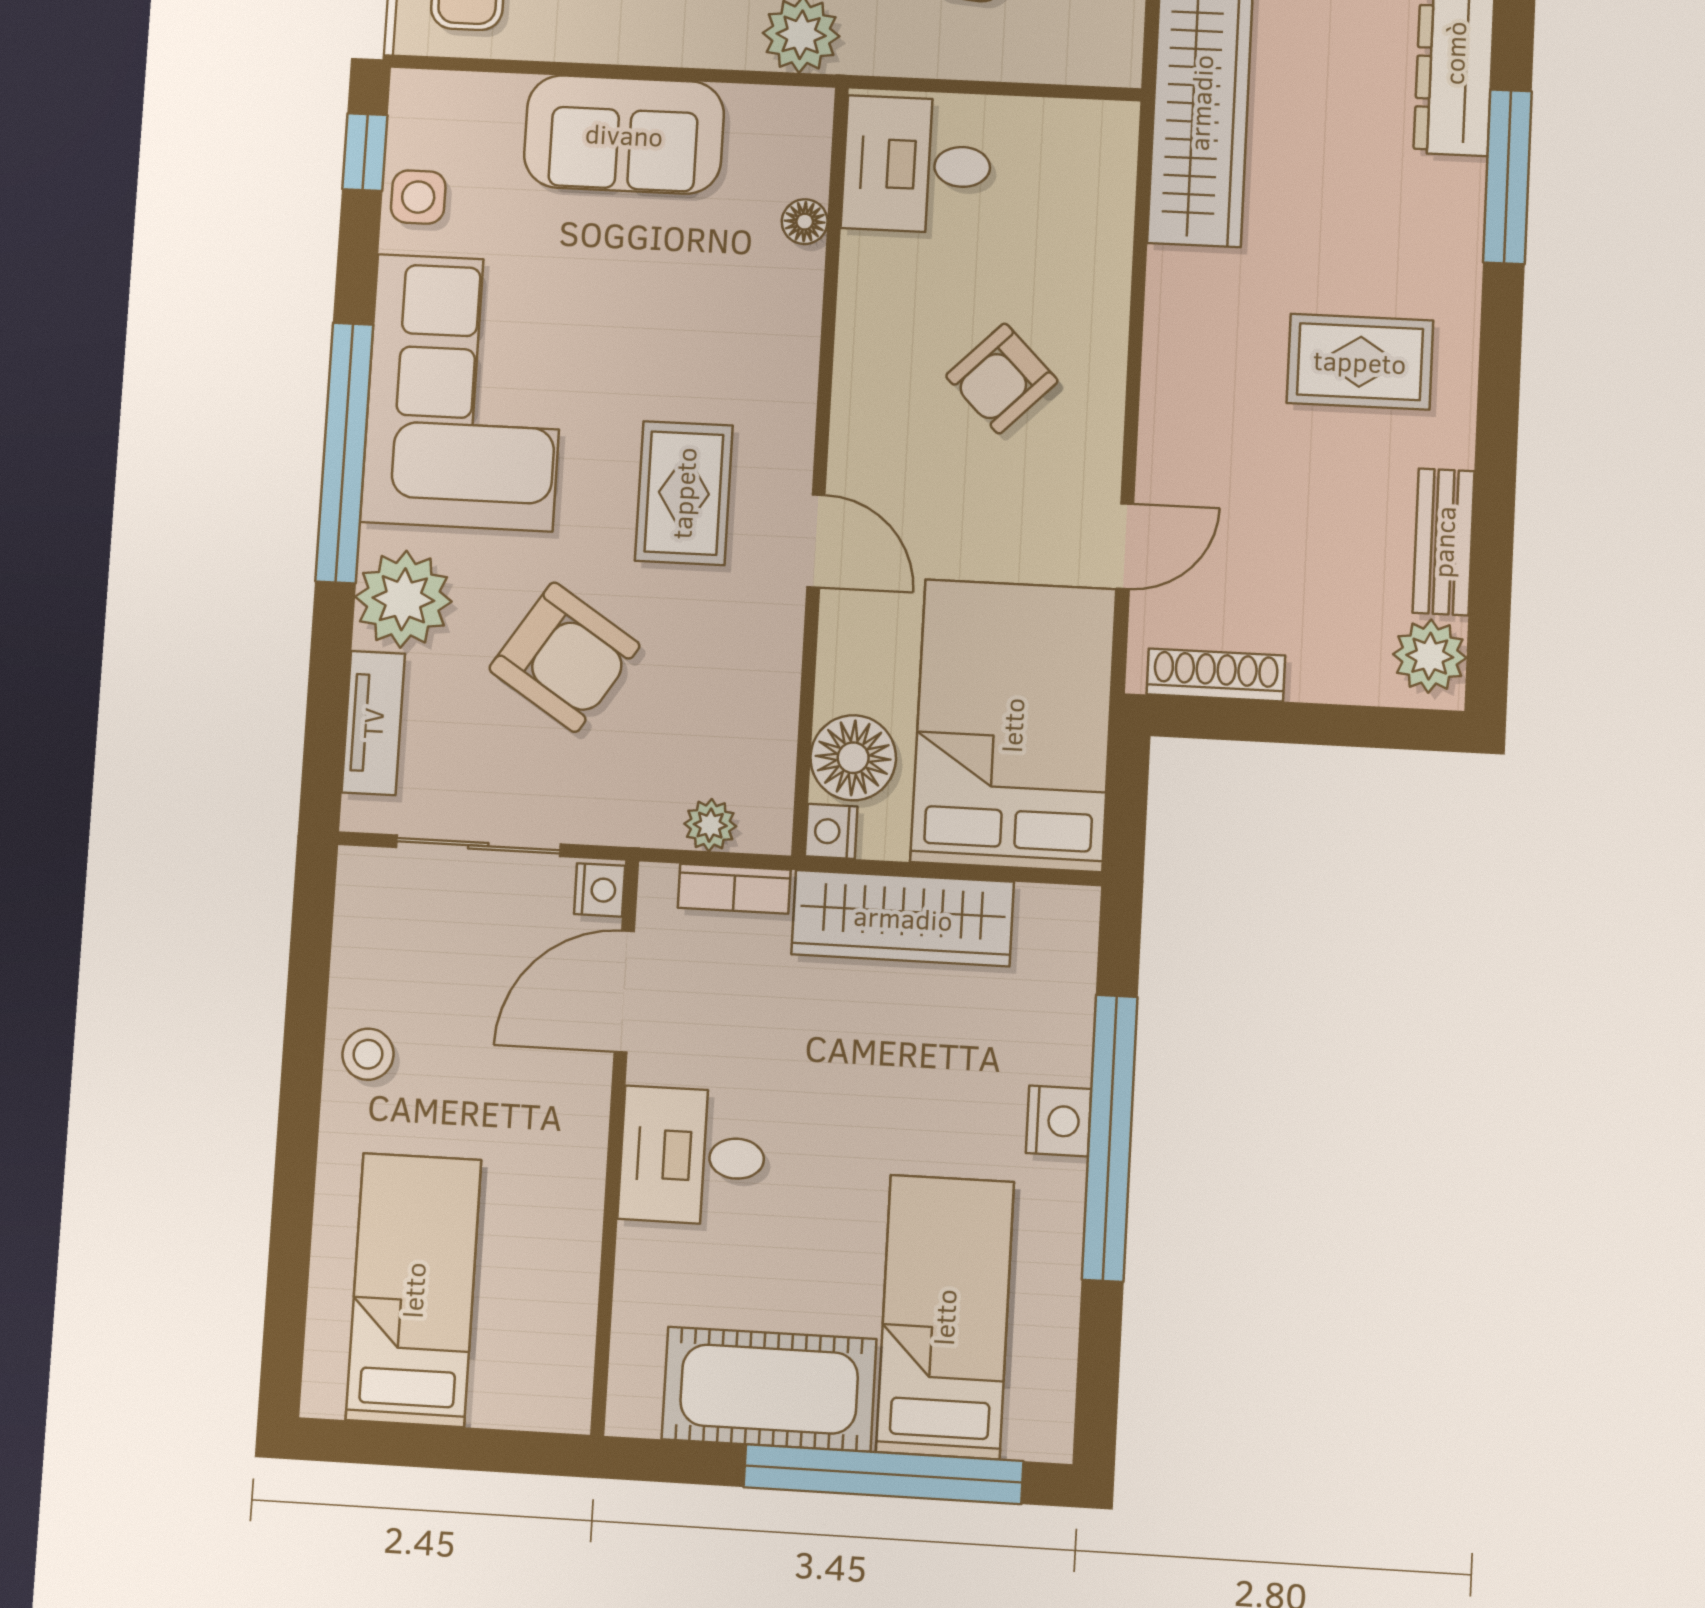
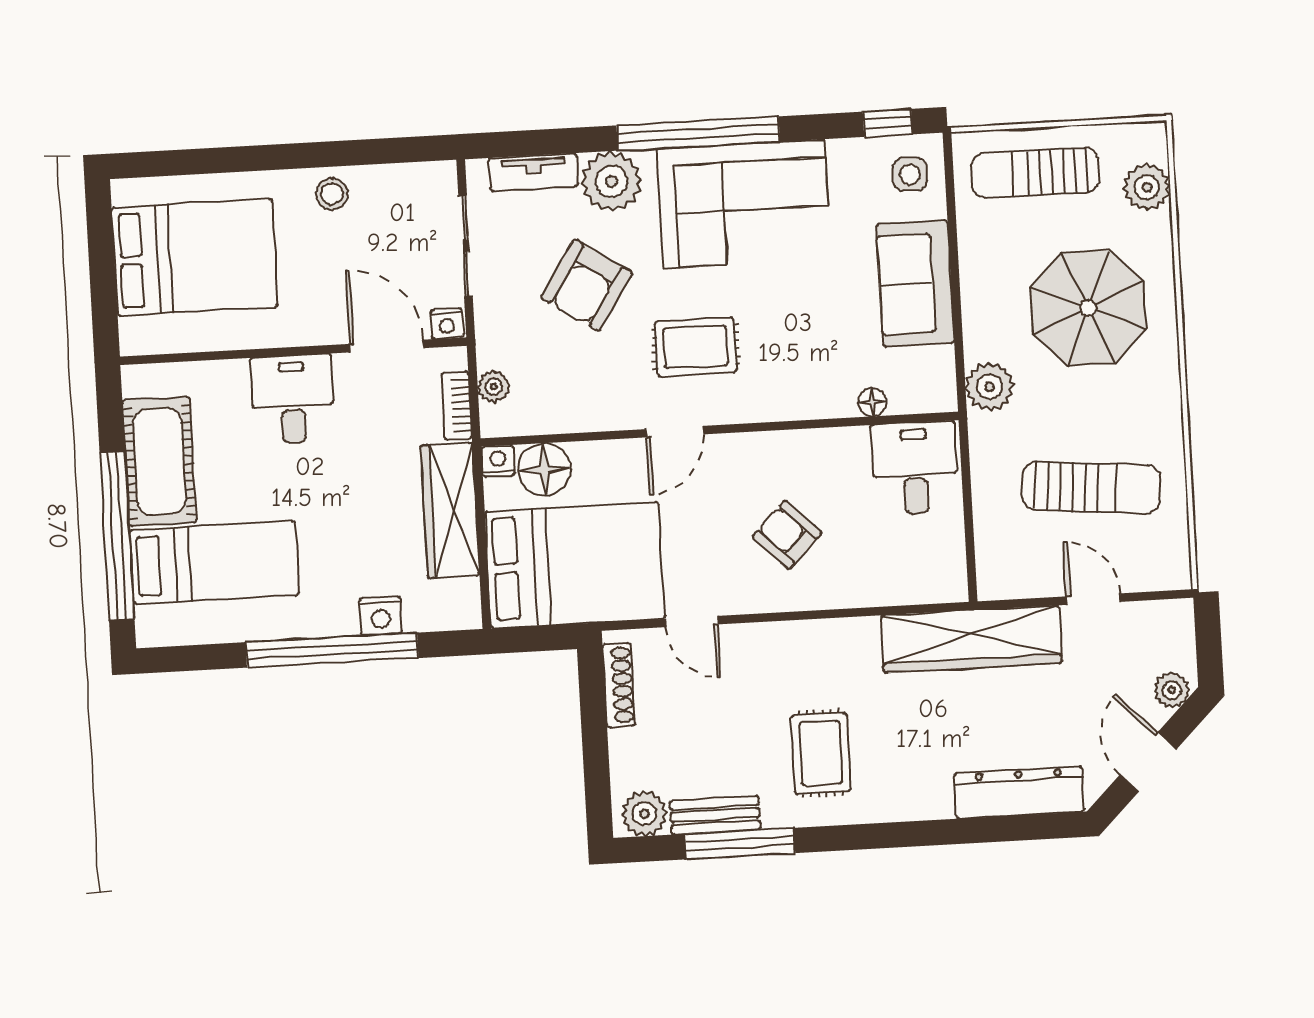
window: (1507, 177) -> (740, 844), moved
side table: (418, 197) -> (910, 174), moved
nightstand: (1059, 1121) -> (381, 616), moved
bed: (414, 1290) -> (195, 257), width x1.50

